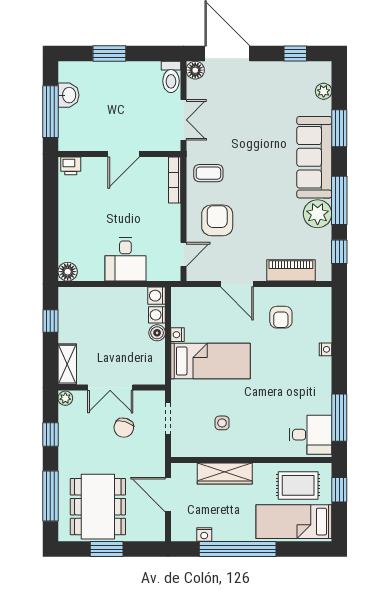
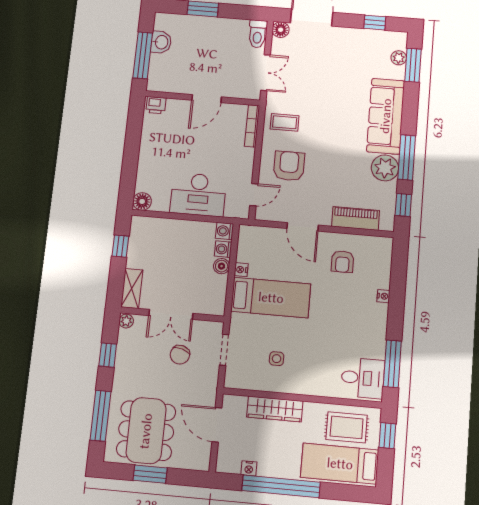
window: (339, 128) -> (413, 65), moved
desk: (125, 259) -> (198, 195), width x1.37

